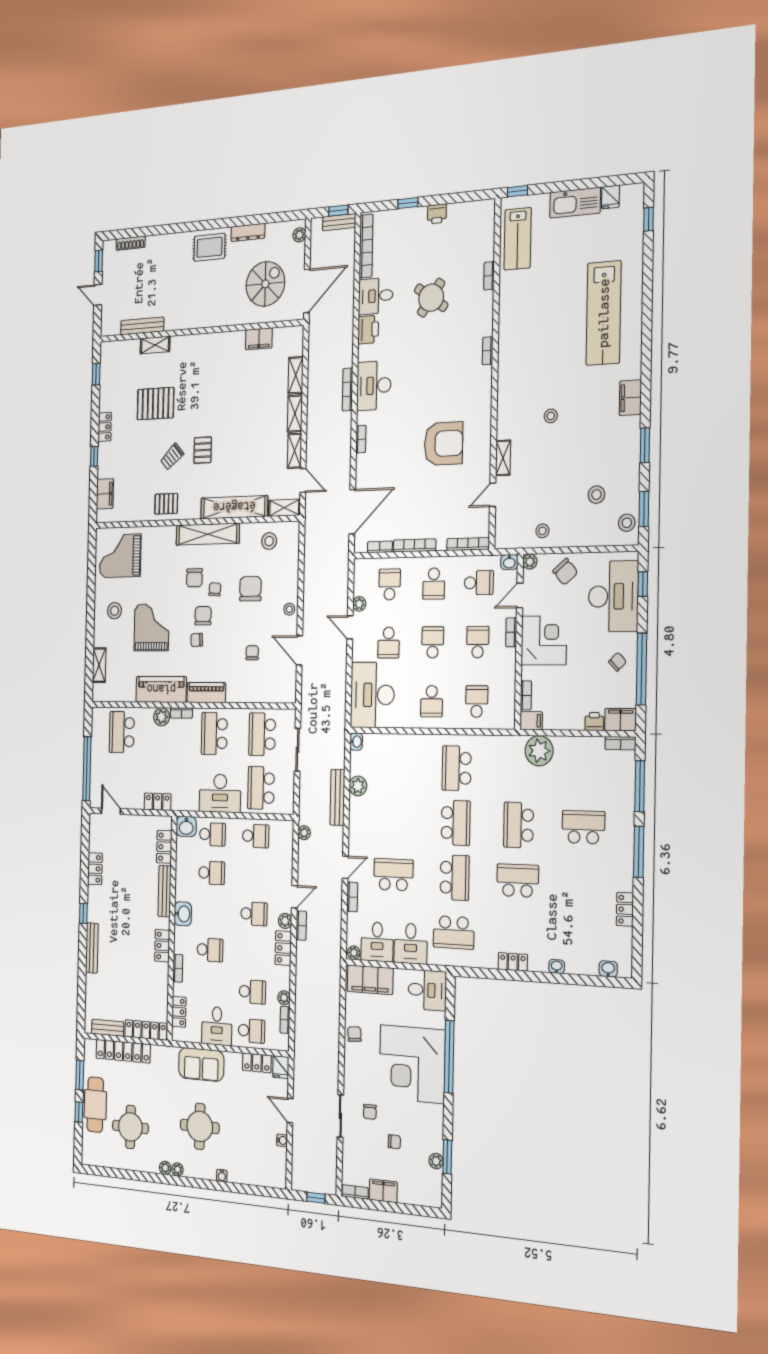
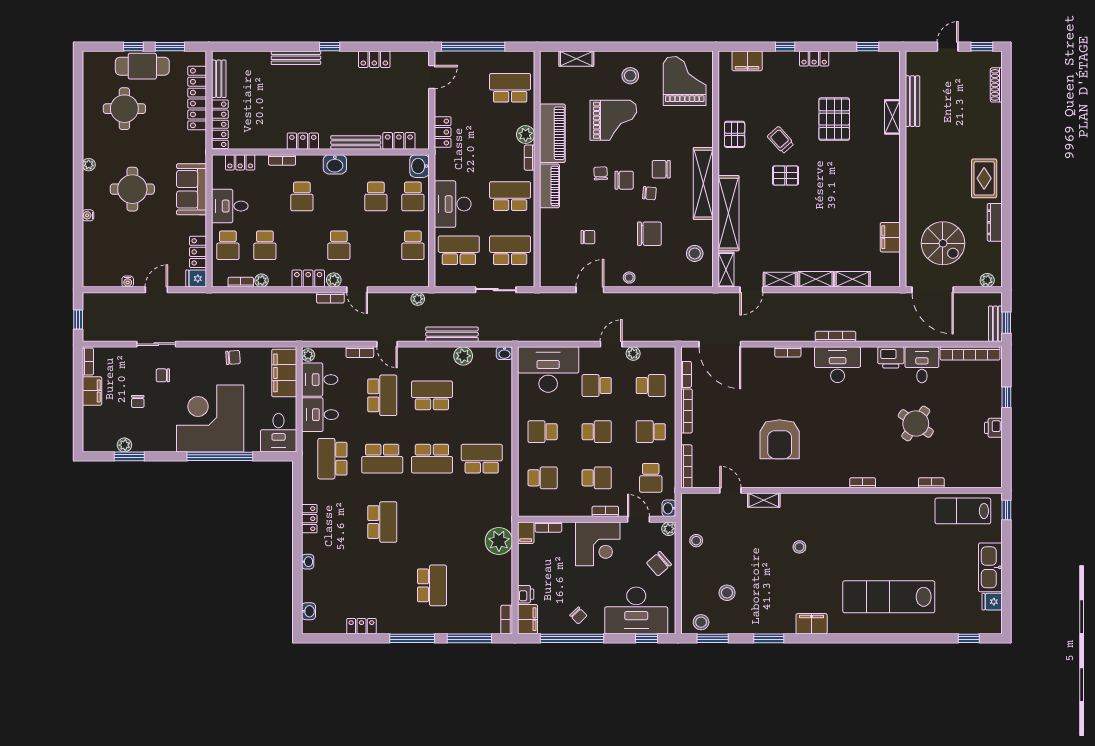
school desk: (519, 825) -> (432, 395), moved
plant: (165, 1168) -> (89, 150), removed

